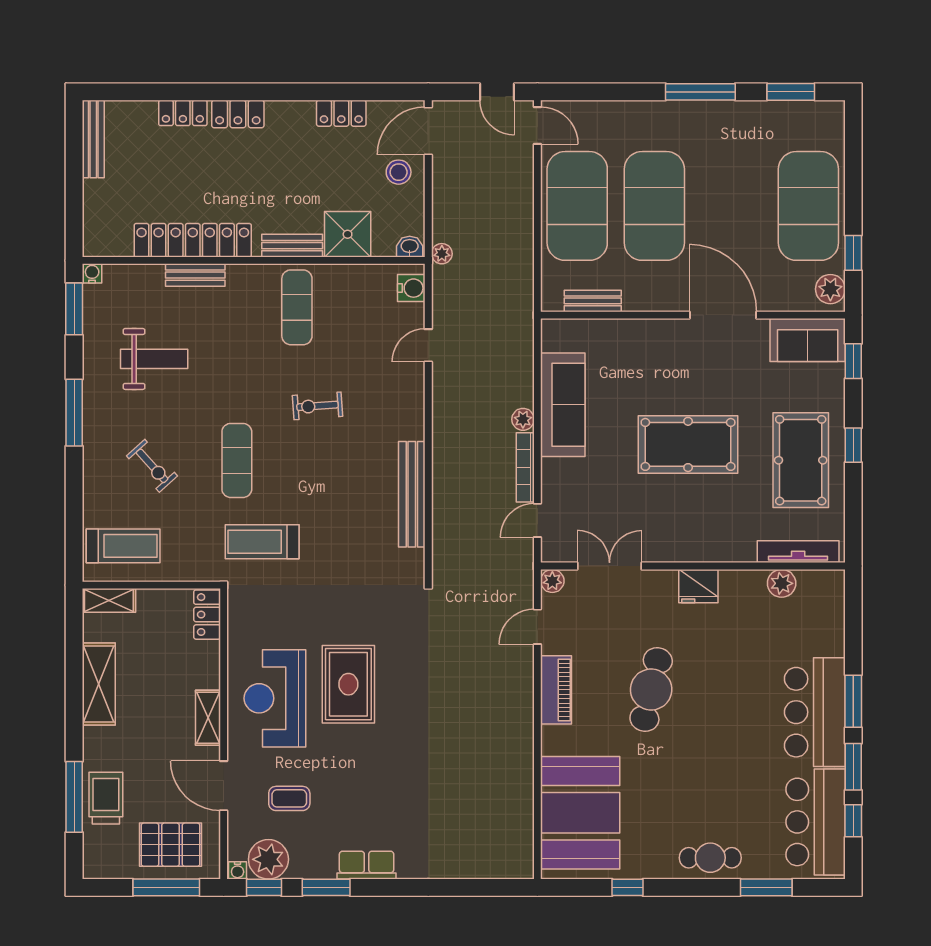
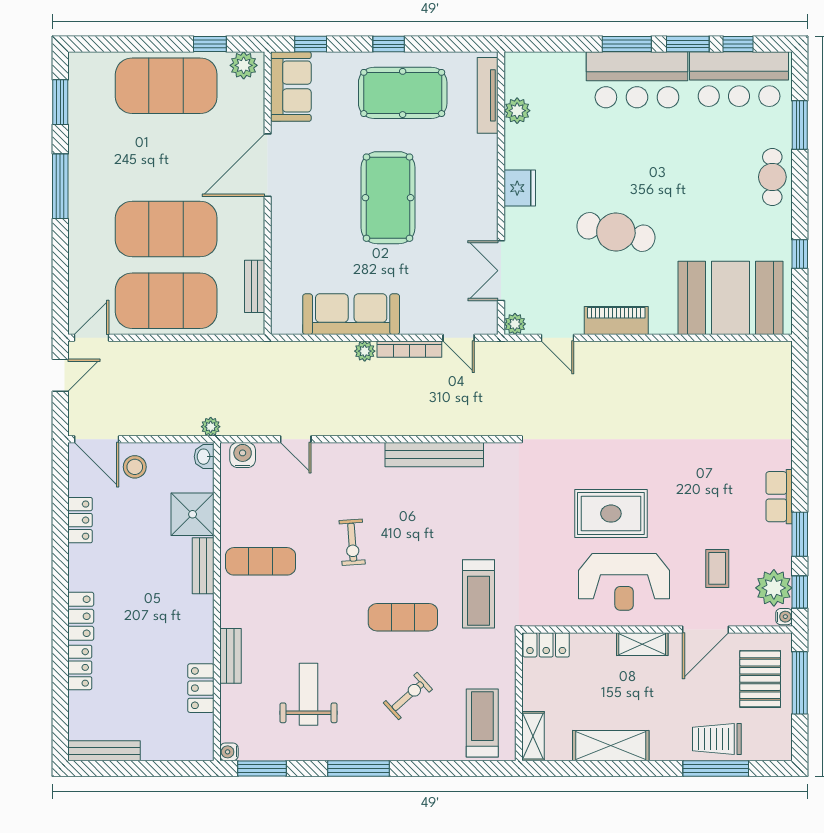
locker: (193, 240) -> (201, 688), width x0.46, depth x0.83

